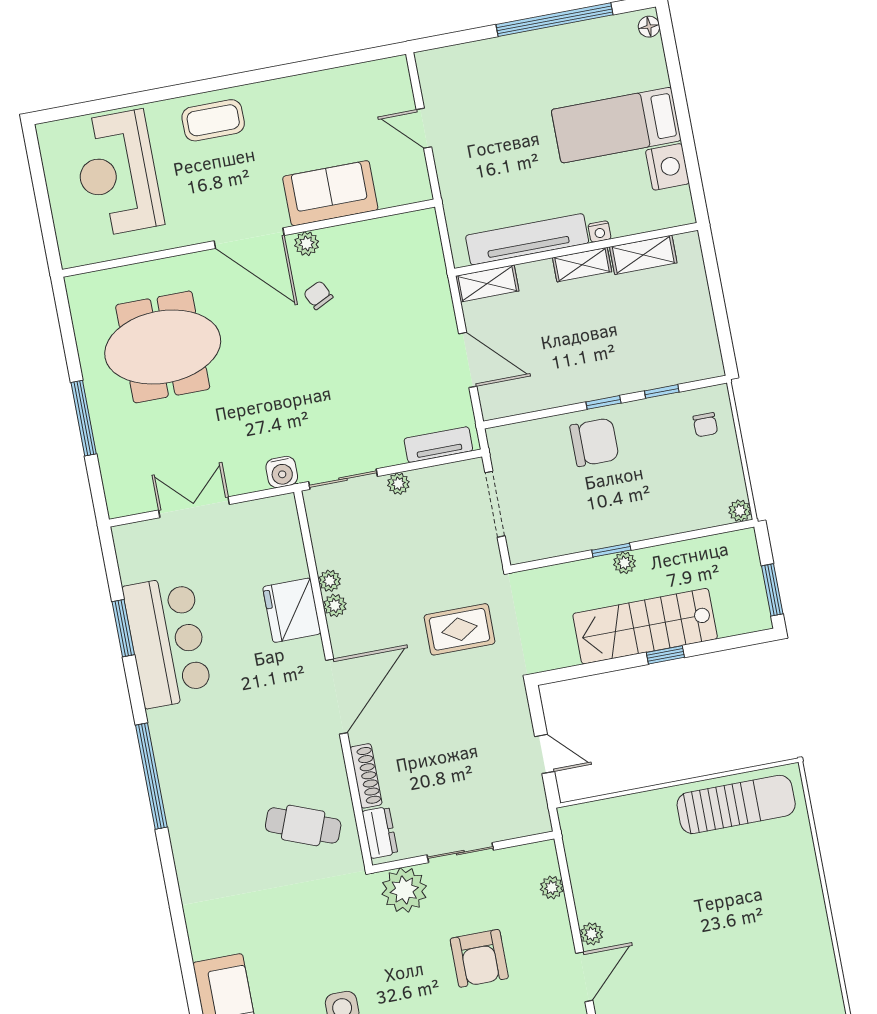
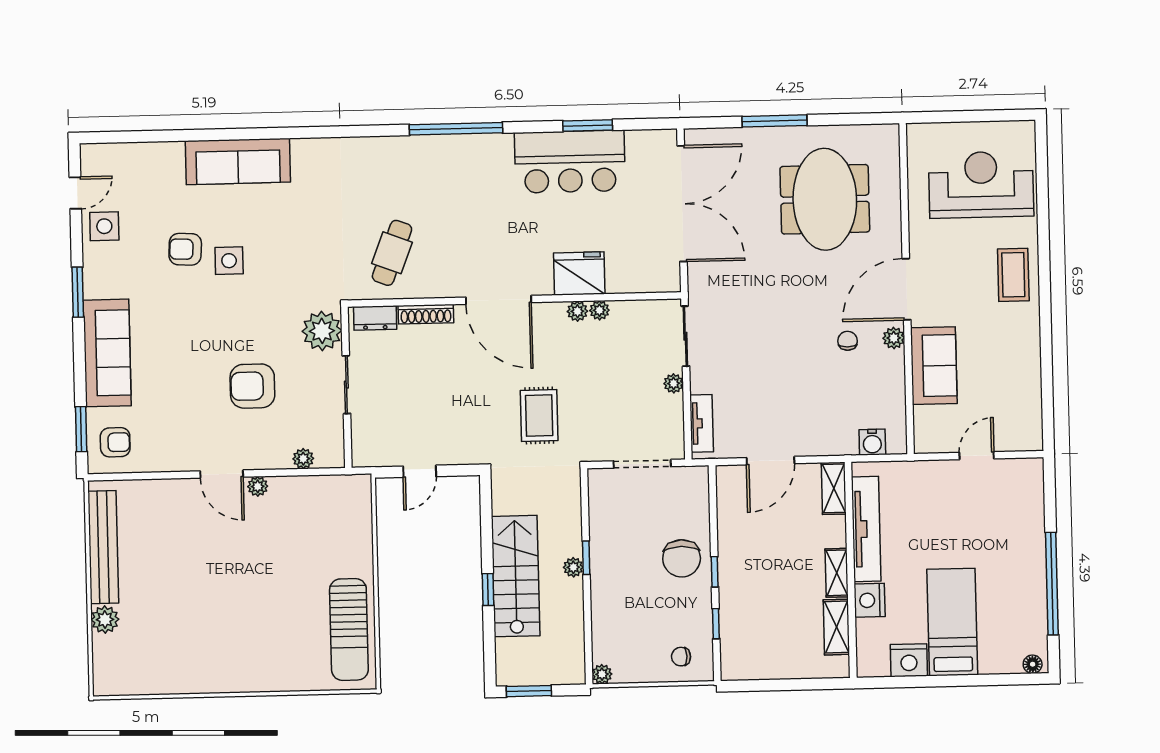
nightstand: (600, 232) -> (870, 600), width x1.89, depth x1.79
chair: (318, 295) -> (848, 341), turned -64
water cooler: (282, 472) -> (872, 442), moved, turned -90
double door: (194, 507) -> (682, 204), width x1.87

